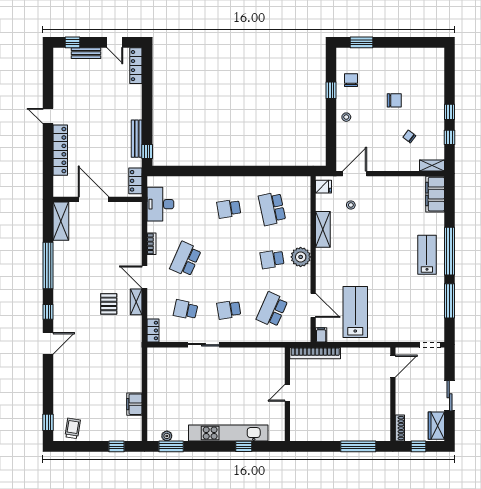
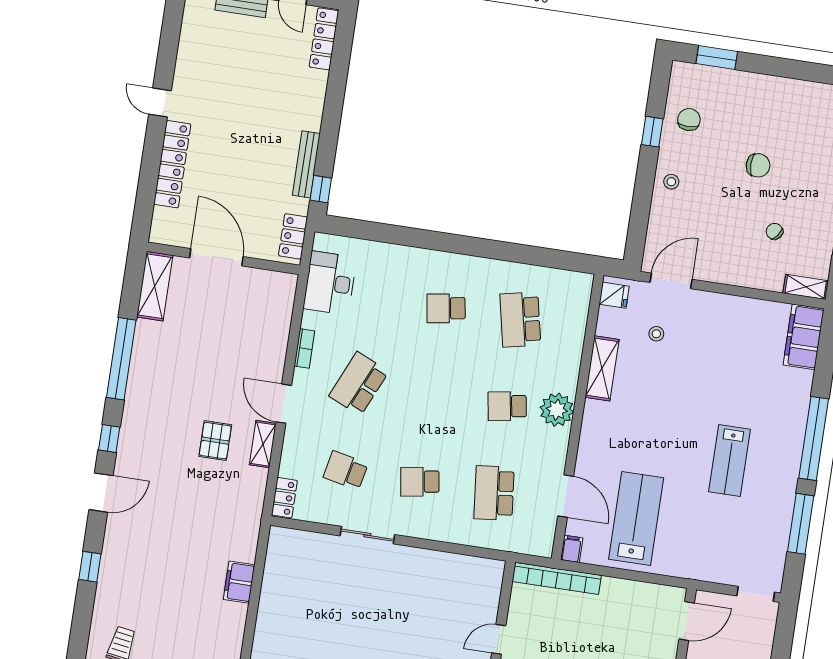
lab bench: (427, 255) -> (730, 460), moved, turned 180
school desk: (272, 310) -> (494, 493), turned -30
filing cabinet: (134, 404) -> (239, 582), moved
window: (48, 422) -> (90, 567), moved

